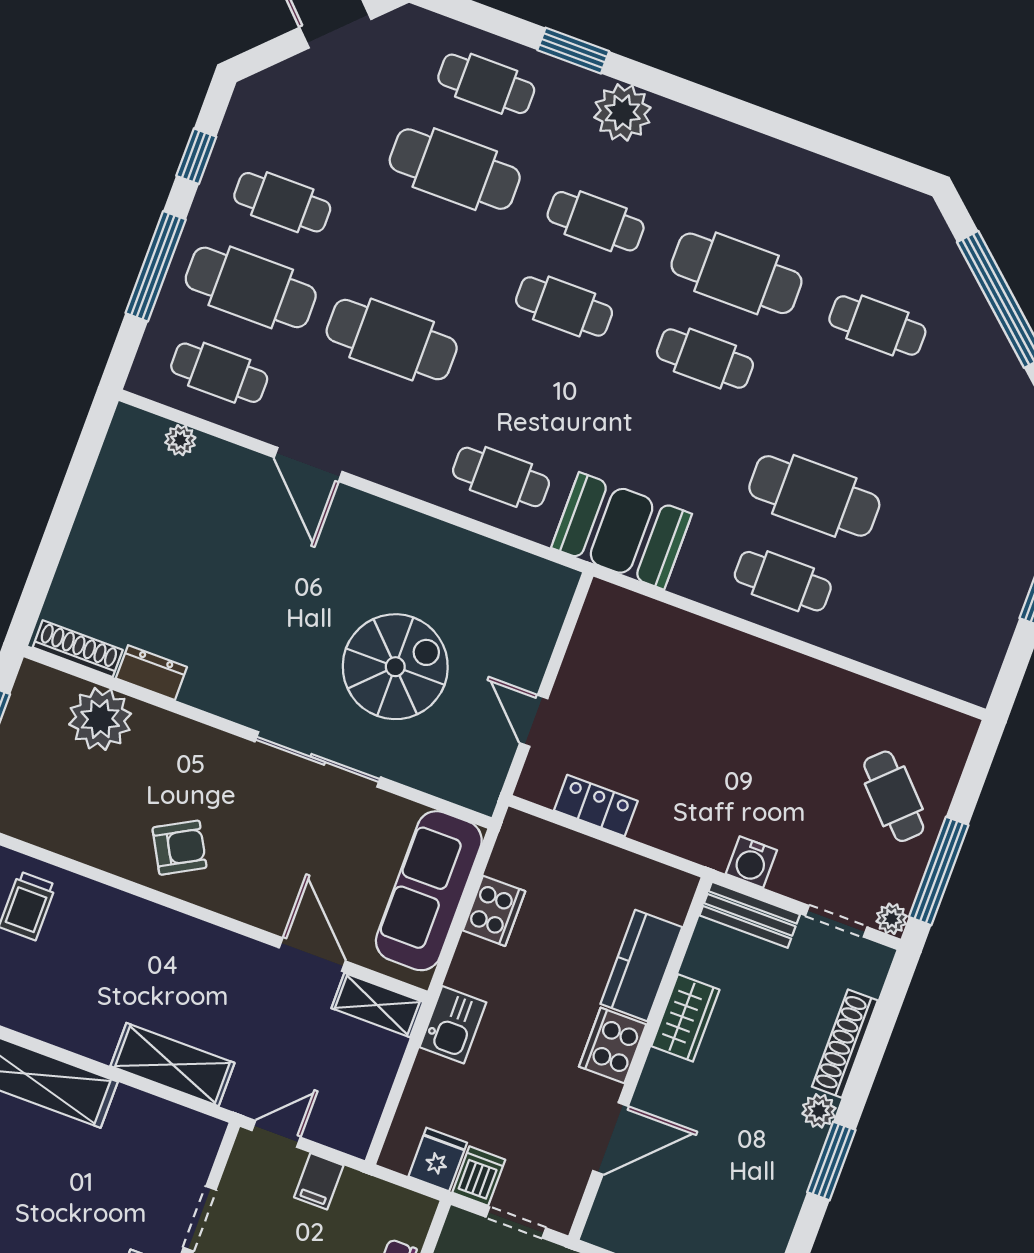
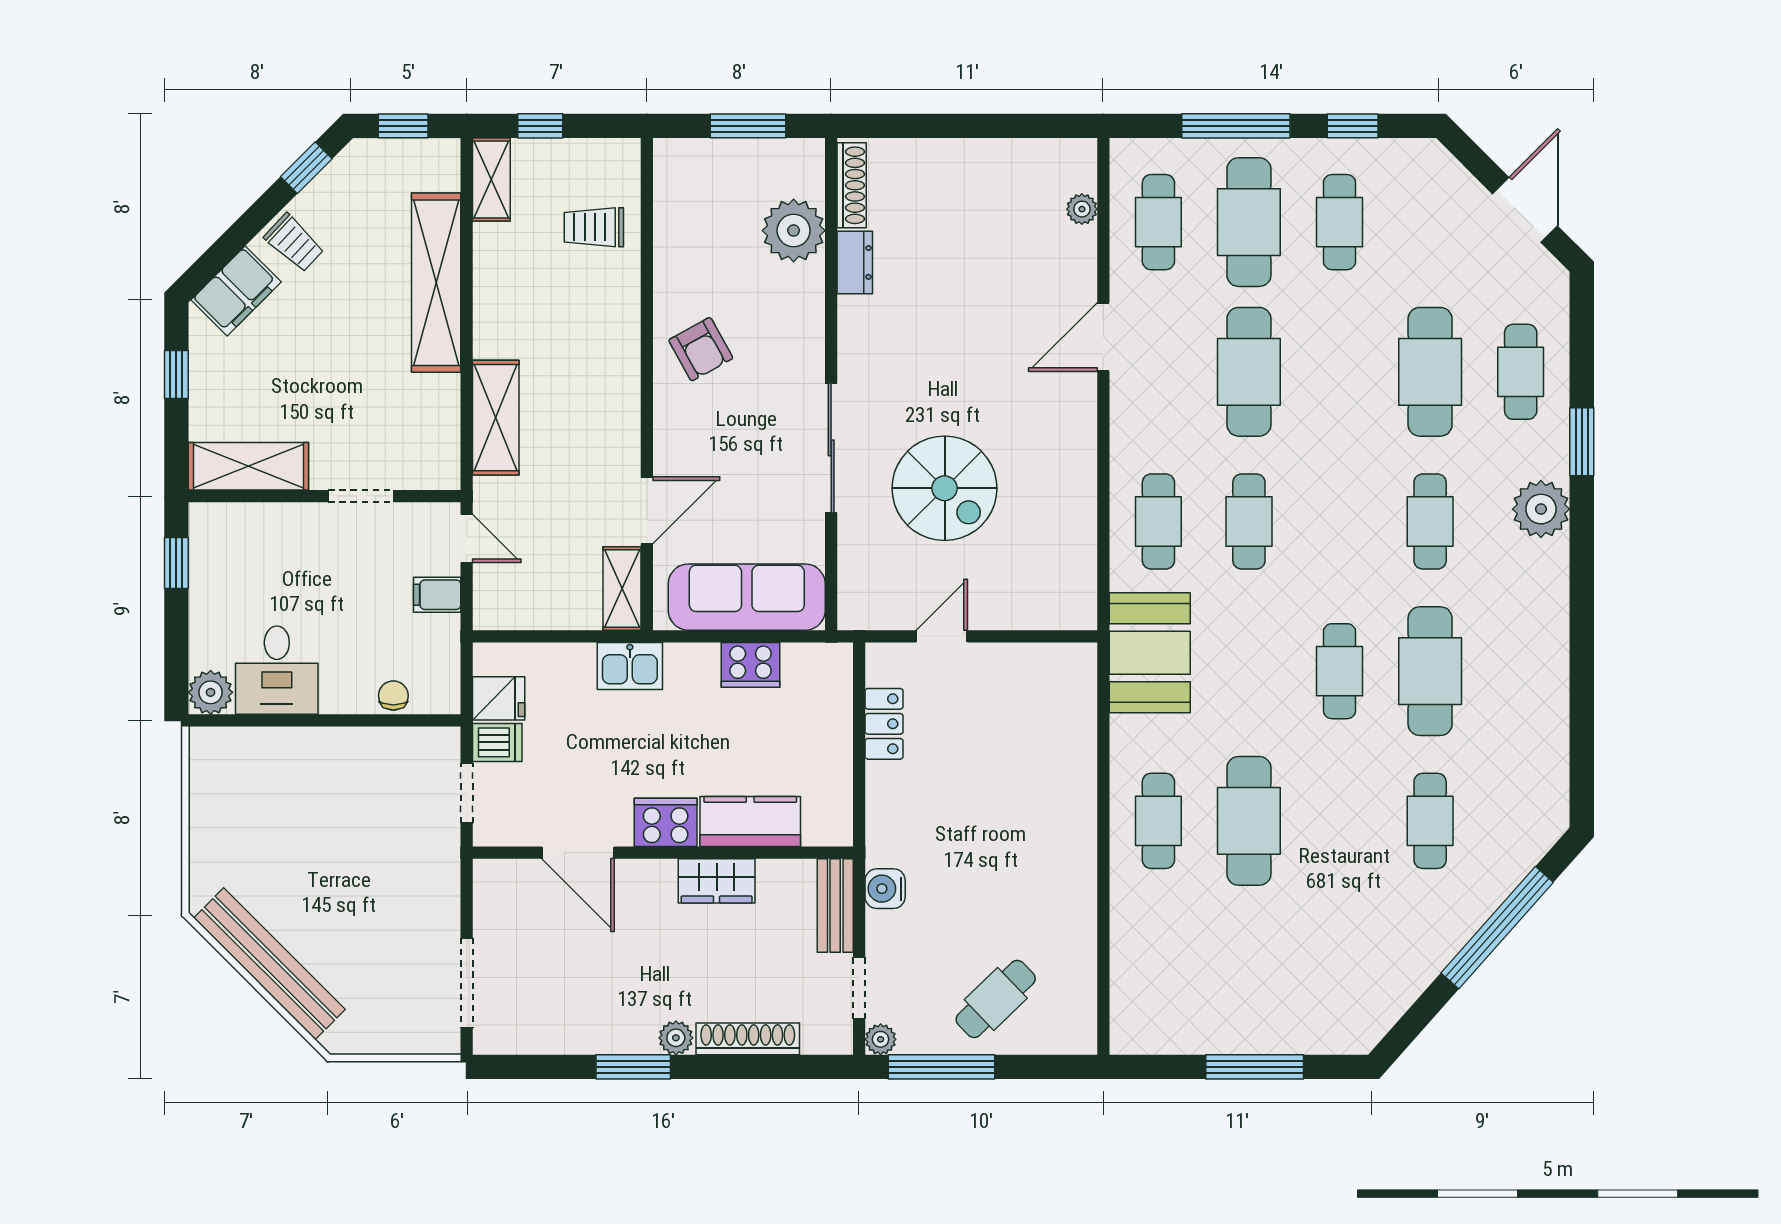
cafe table: (564, 306) -> (1249, 521), moved

